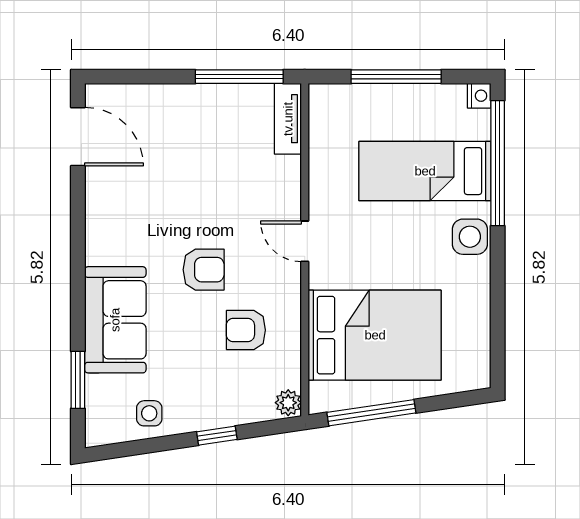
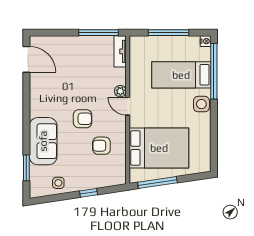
plant: (288, 403) -> (120, 91), moved

